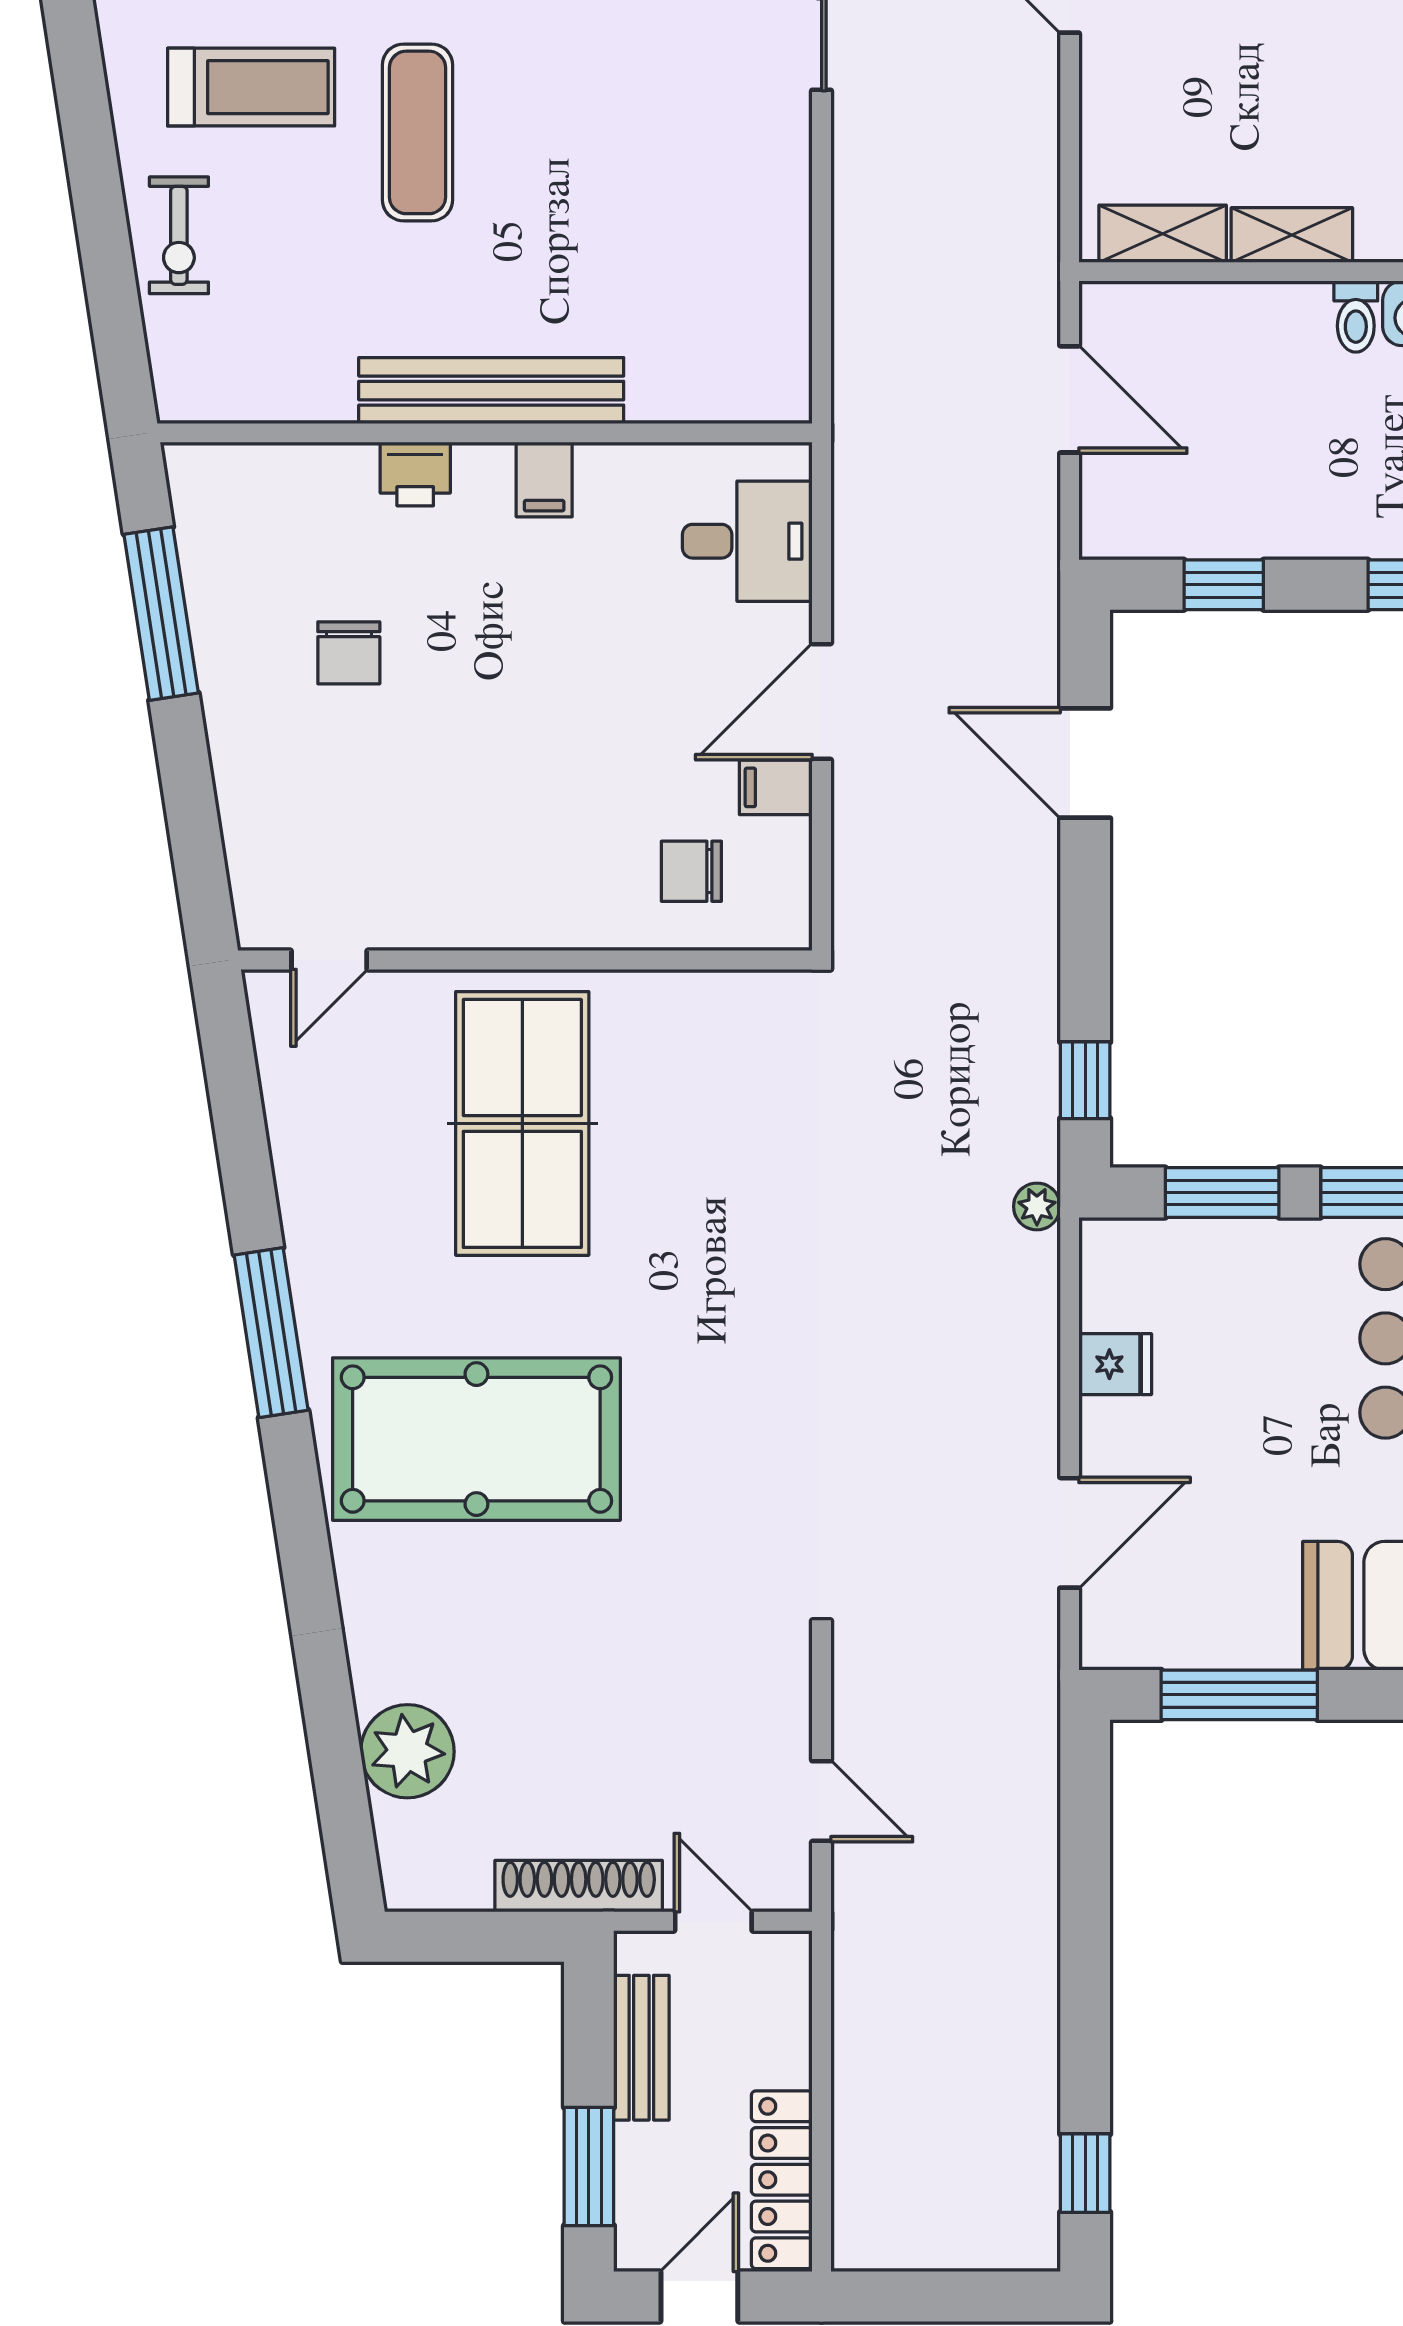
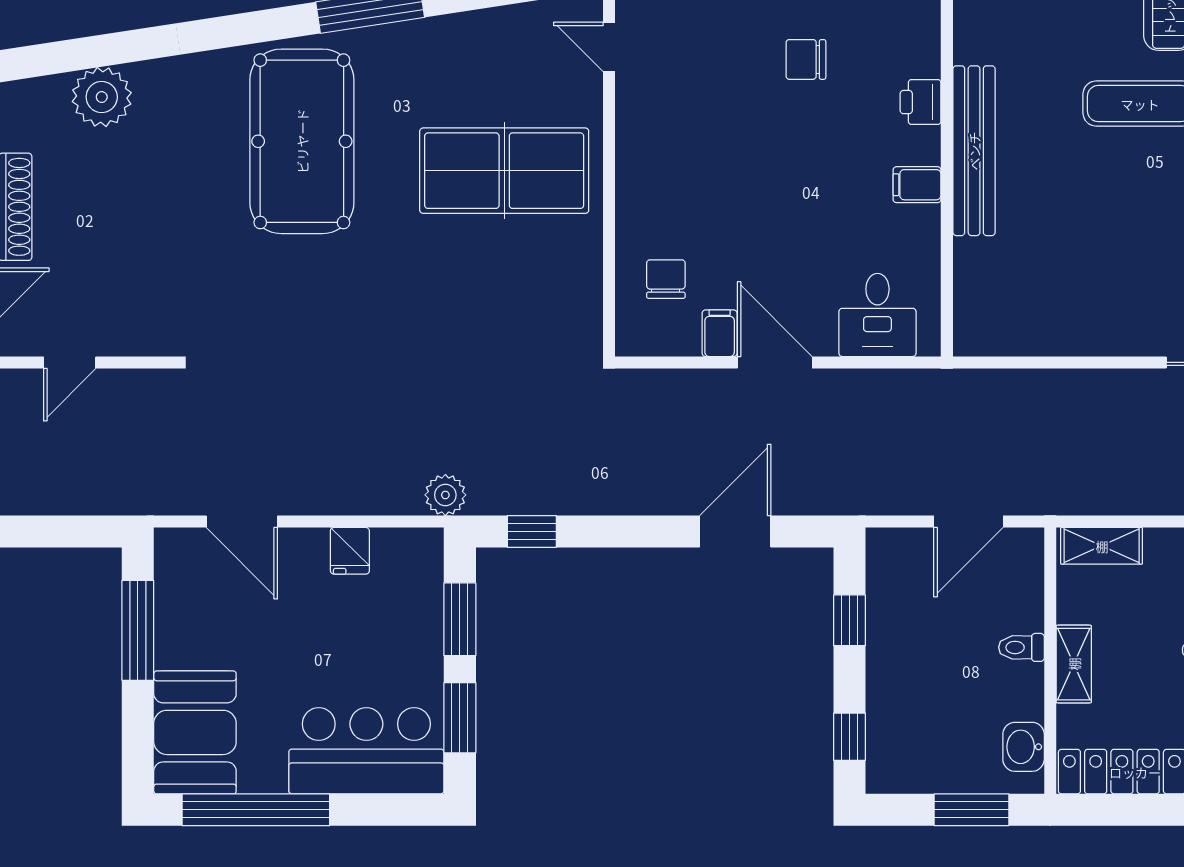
shelving: (1163, 234) -> (1102, 546), moved, turned 90
toilet: (1356, 317) -> (1021, 647), moved
plant: (1037, 1206) -> (445, 495), width x1.38, depth x1.38

